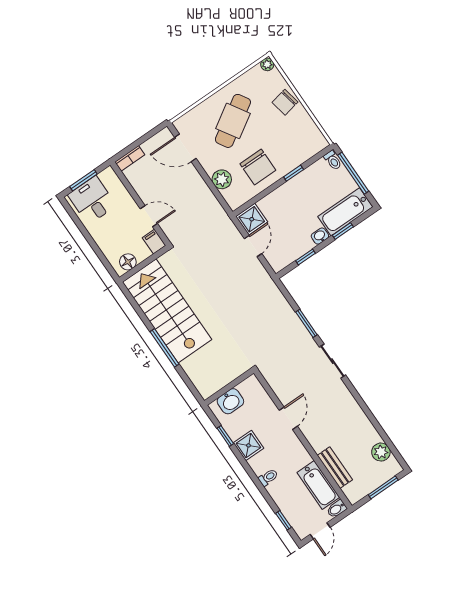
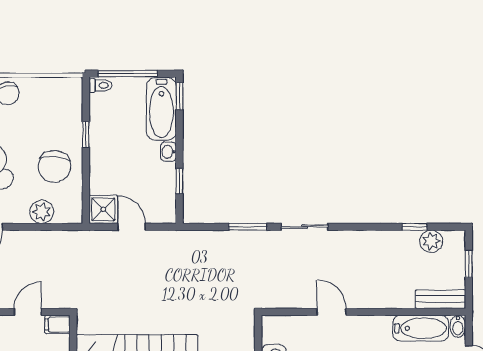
chair: (258, 167) -> (54, 166), turned 95
window: (343, 231) -> (179, 96), moved
window: (383, 434) -> (414, 227), added
bench: (335, 468) -> (441, 299), moved
window: (383, 487) -> (469, 264), width x0.67

